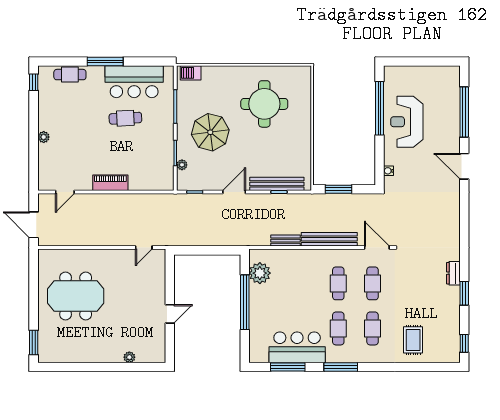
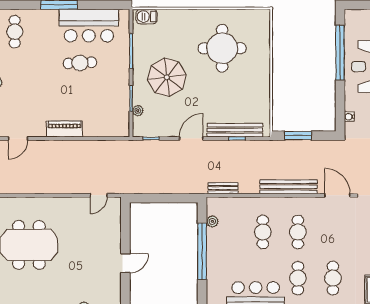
cafe table: (70, 75) -> (15, 32), moved, turned 90
bench: (285, 241) -> (223, 188), moved
plant: (260, 273) -> (212, 221), width x0.53, depth x0.53
cafe table: (373, 283) -> (263, 232), moved

